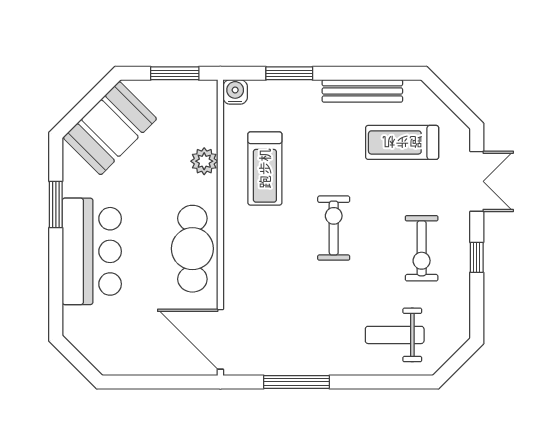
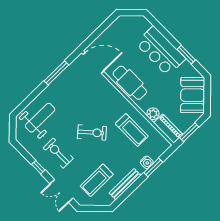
water cooler: (235, 92) -> (147, 162), moved
piano: (203, 113) -> (168, 129), added
treadmill: (402, 142) -> (97, 180), turned 180
treadmill: (265, 168) -> (132, 130), turned 180
exercise bike: (334, 228) -> (92, 132), turned -42
weight bench: (395, 335) -> (40, 118), width x1.36, depth x1.33

